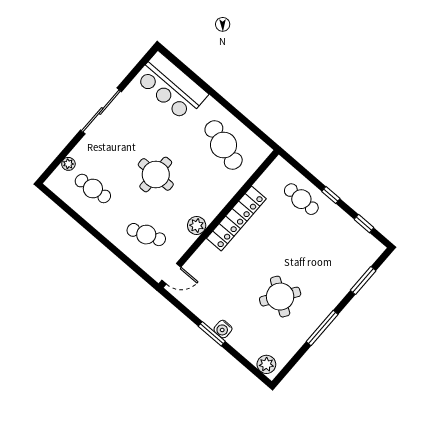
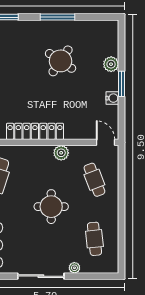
plant: (68, 164) -> (74, 268), moved
water cooler: (223, 329) -> (112, 98), moved
plant: (266, 364) -> (111, 64), moved

